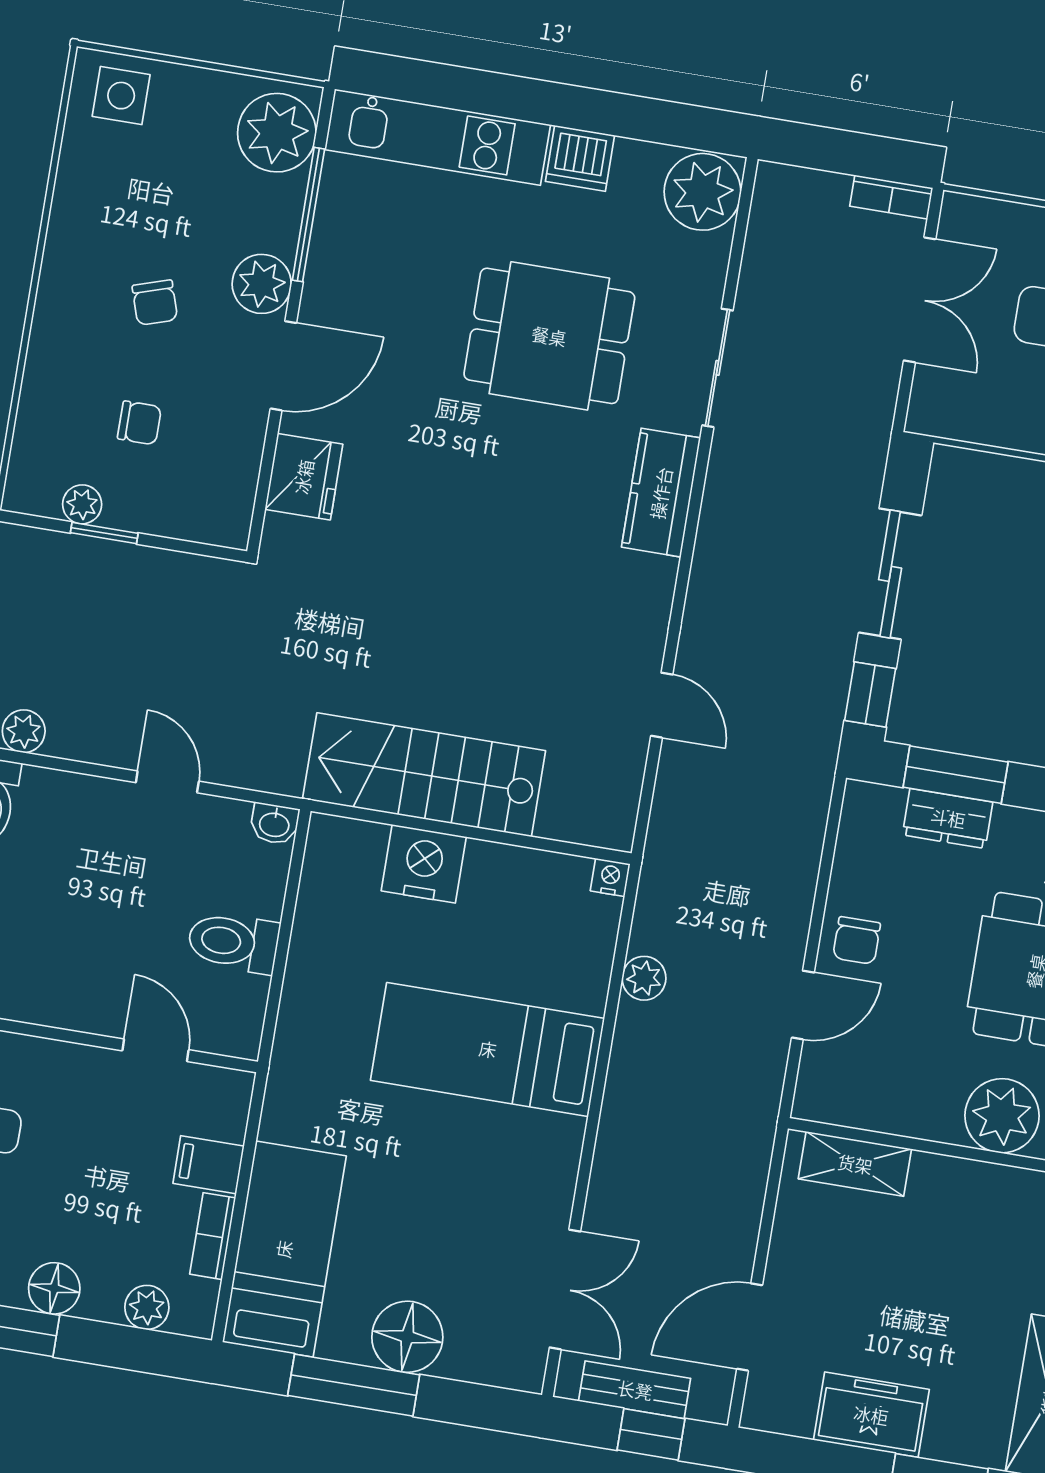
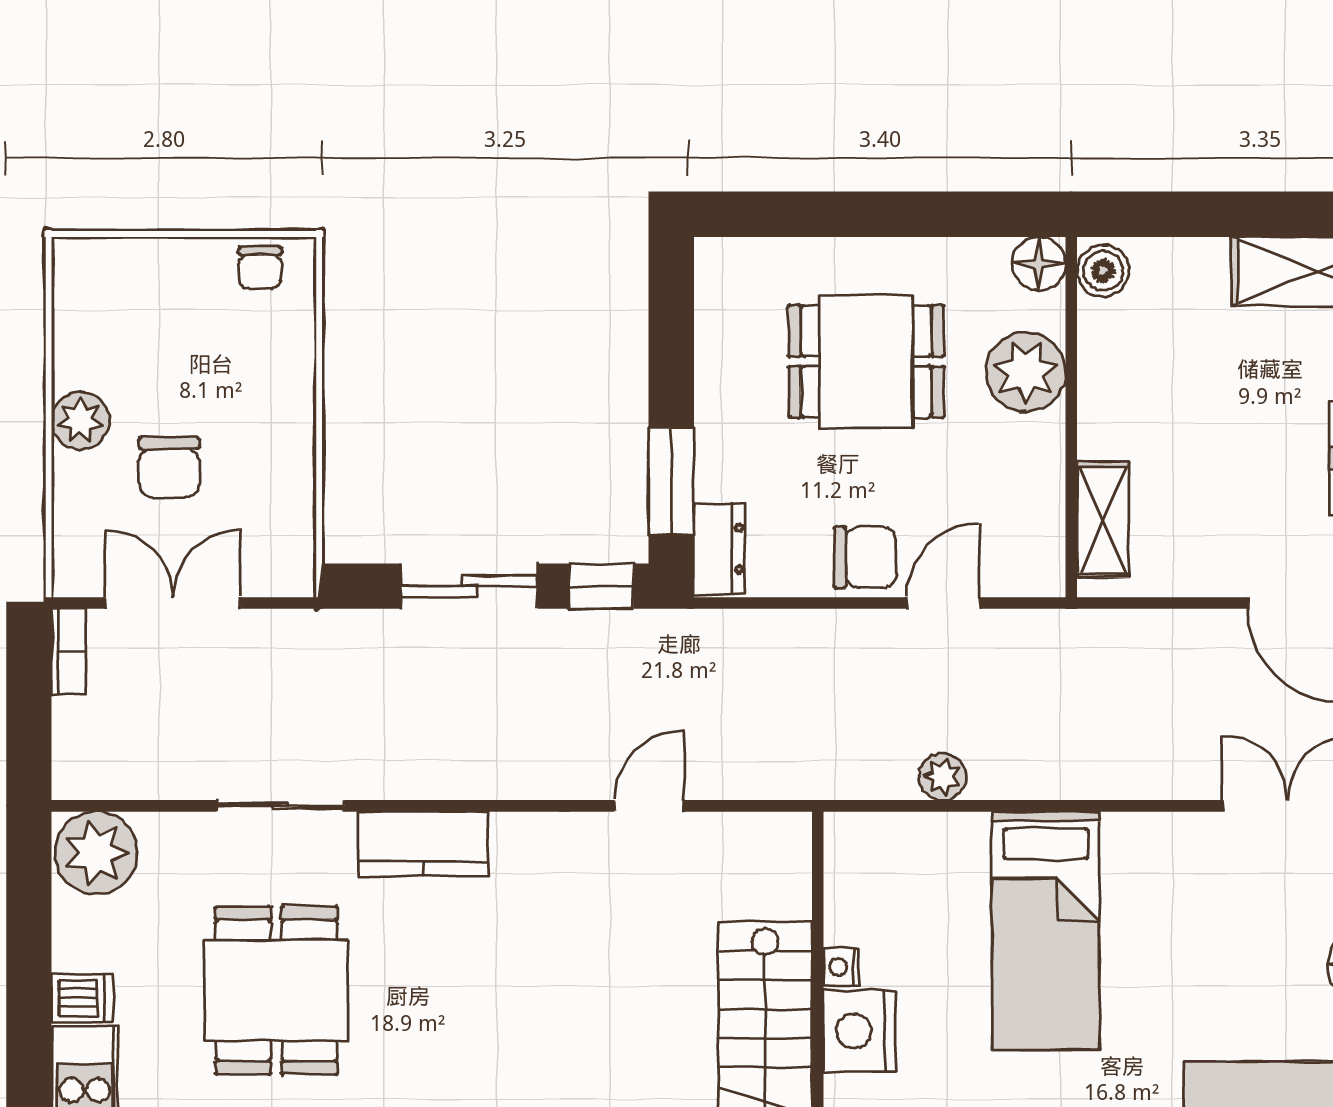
dishwasher: (580, 158) -> (82, 998), width x0.73
dresser: (948, 818) -> (719, 549), moved
nightstand: (610, 877) -> (841, 967), moved
chair: (857, 940) -> (865, 557), width x1.37, depth x1.37
door: (803, 1005) -> (943, 603), hinge flipped

